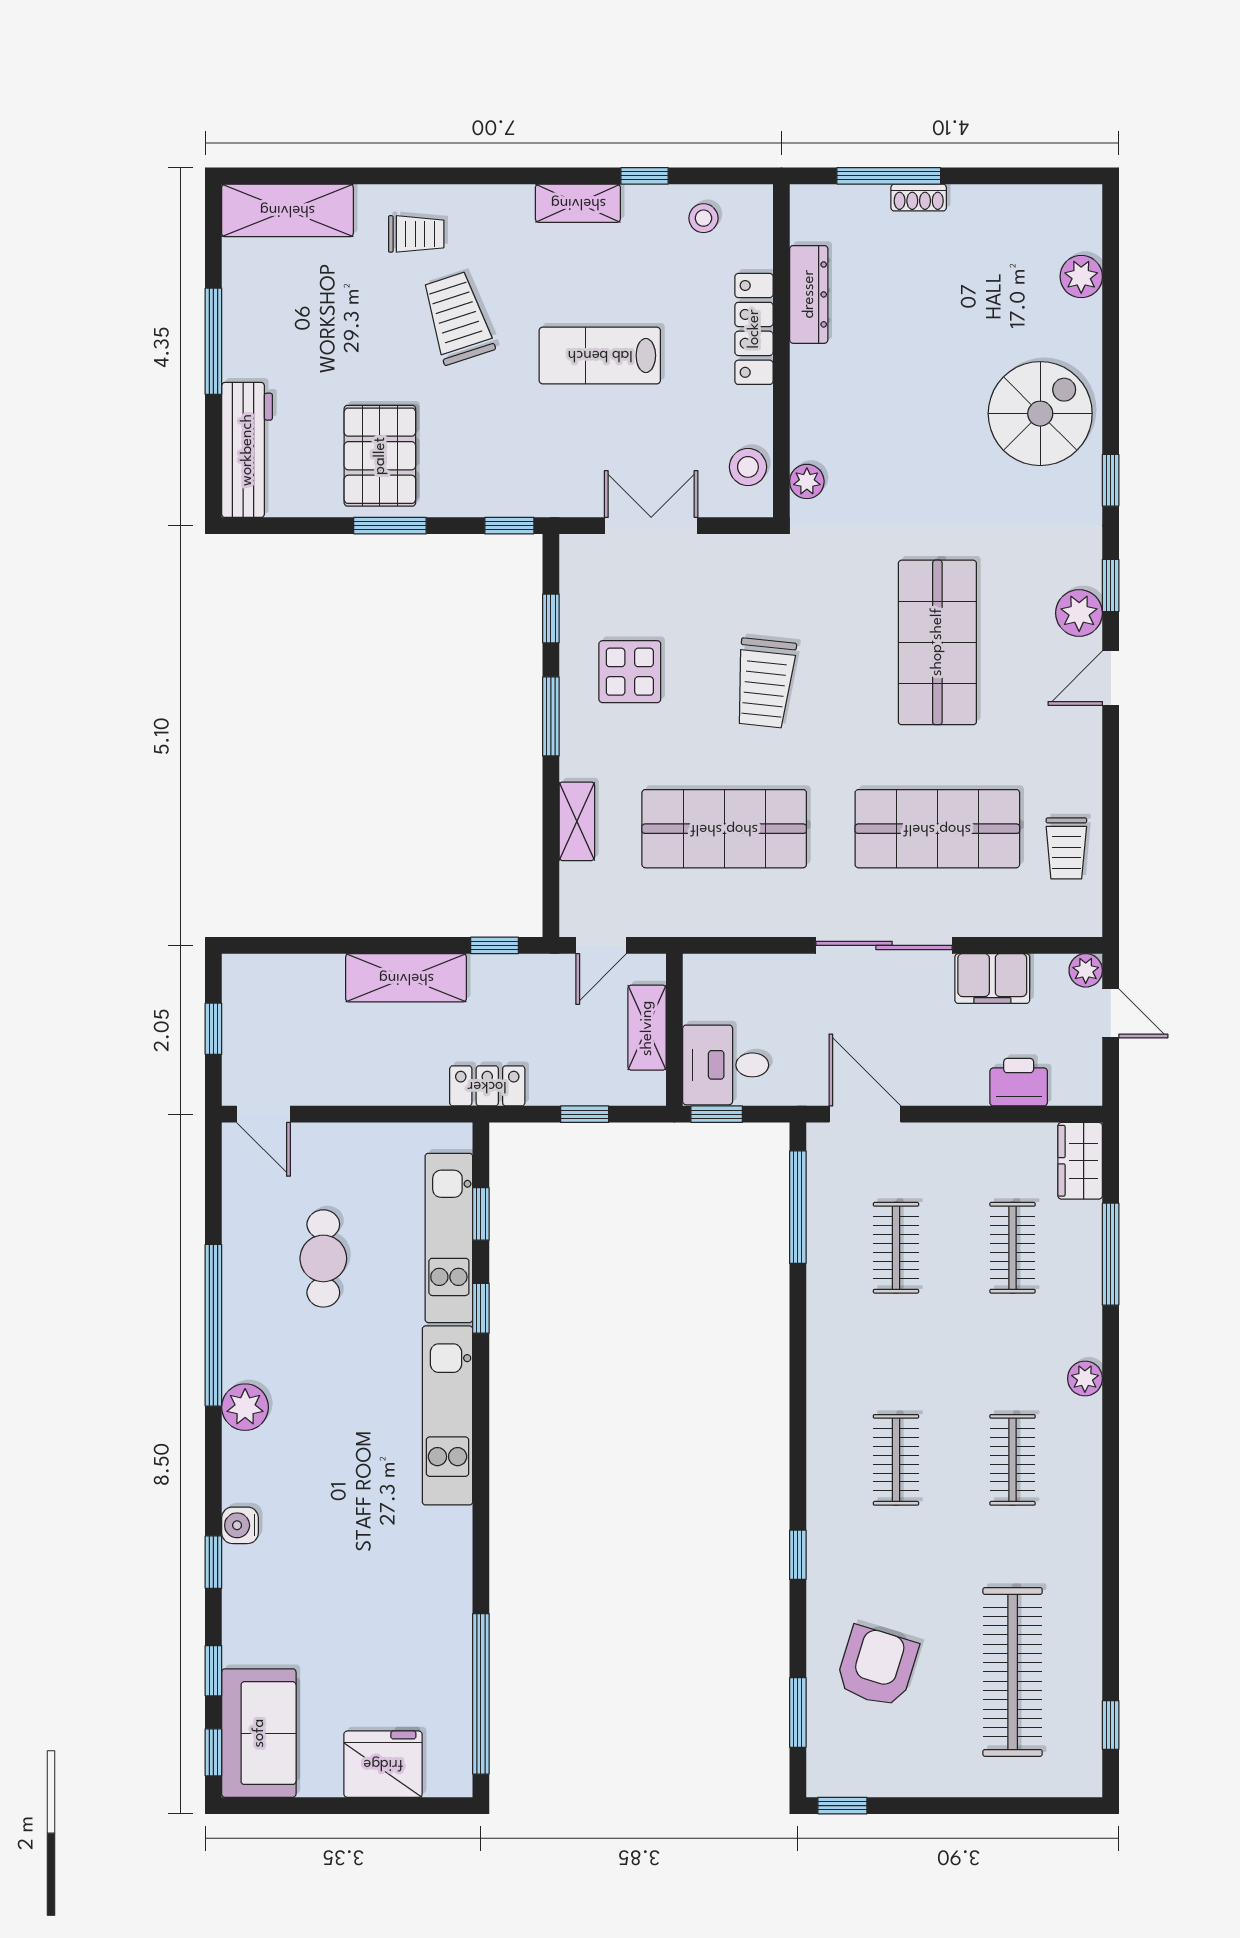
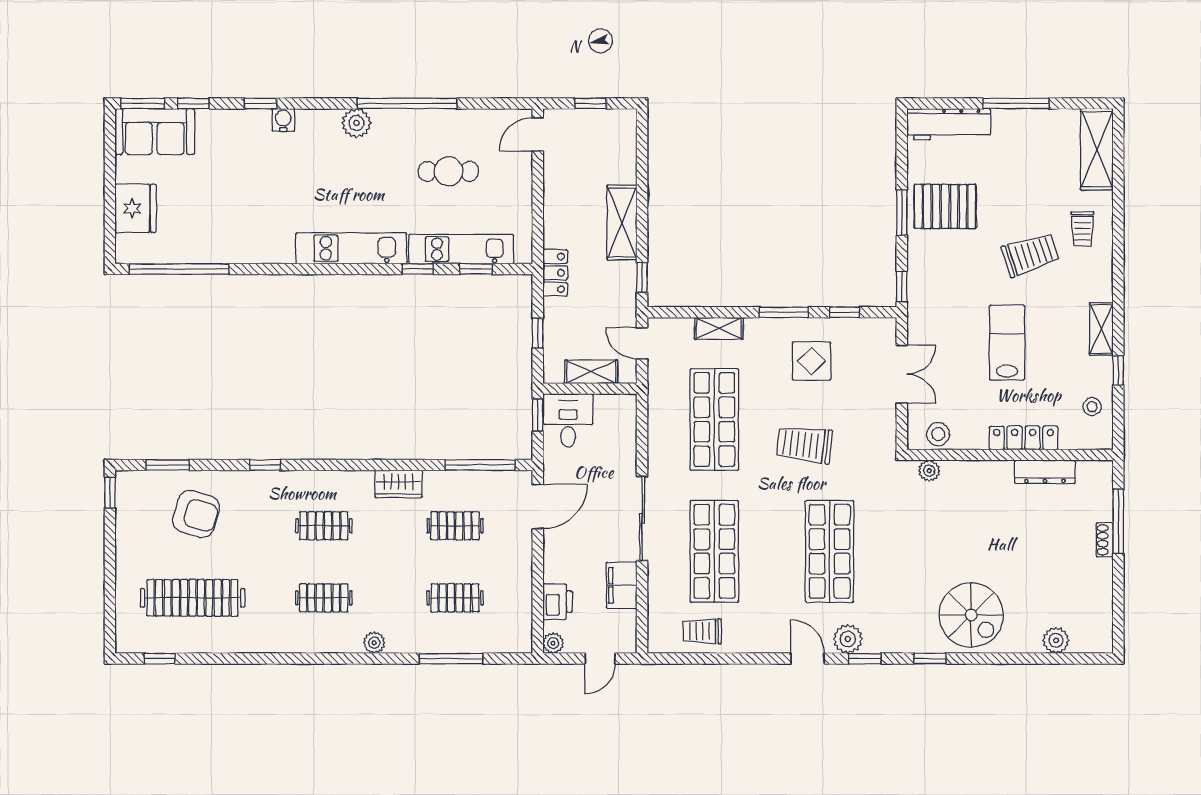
shop shelf: (937, 642) -> (830, 551), turned 90
plant: (1086, 970) -> (553, 643), moved
wardrobe: (1080, 1161) -> (398, 484), moved, turned 180
window: (213, 1752) -> (143, 103), width x1.50

